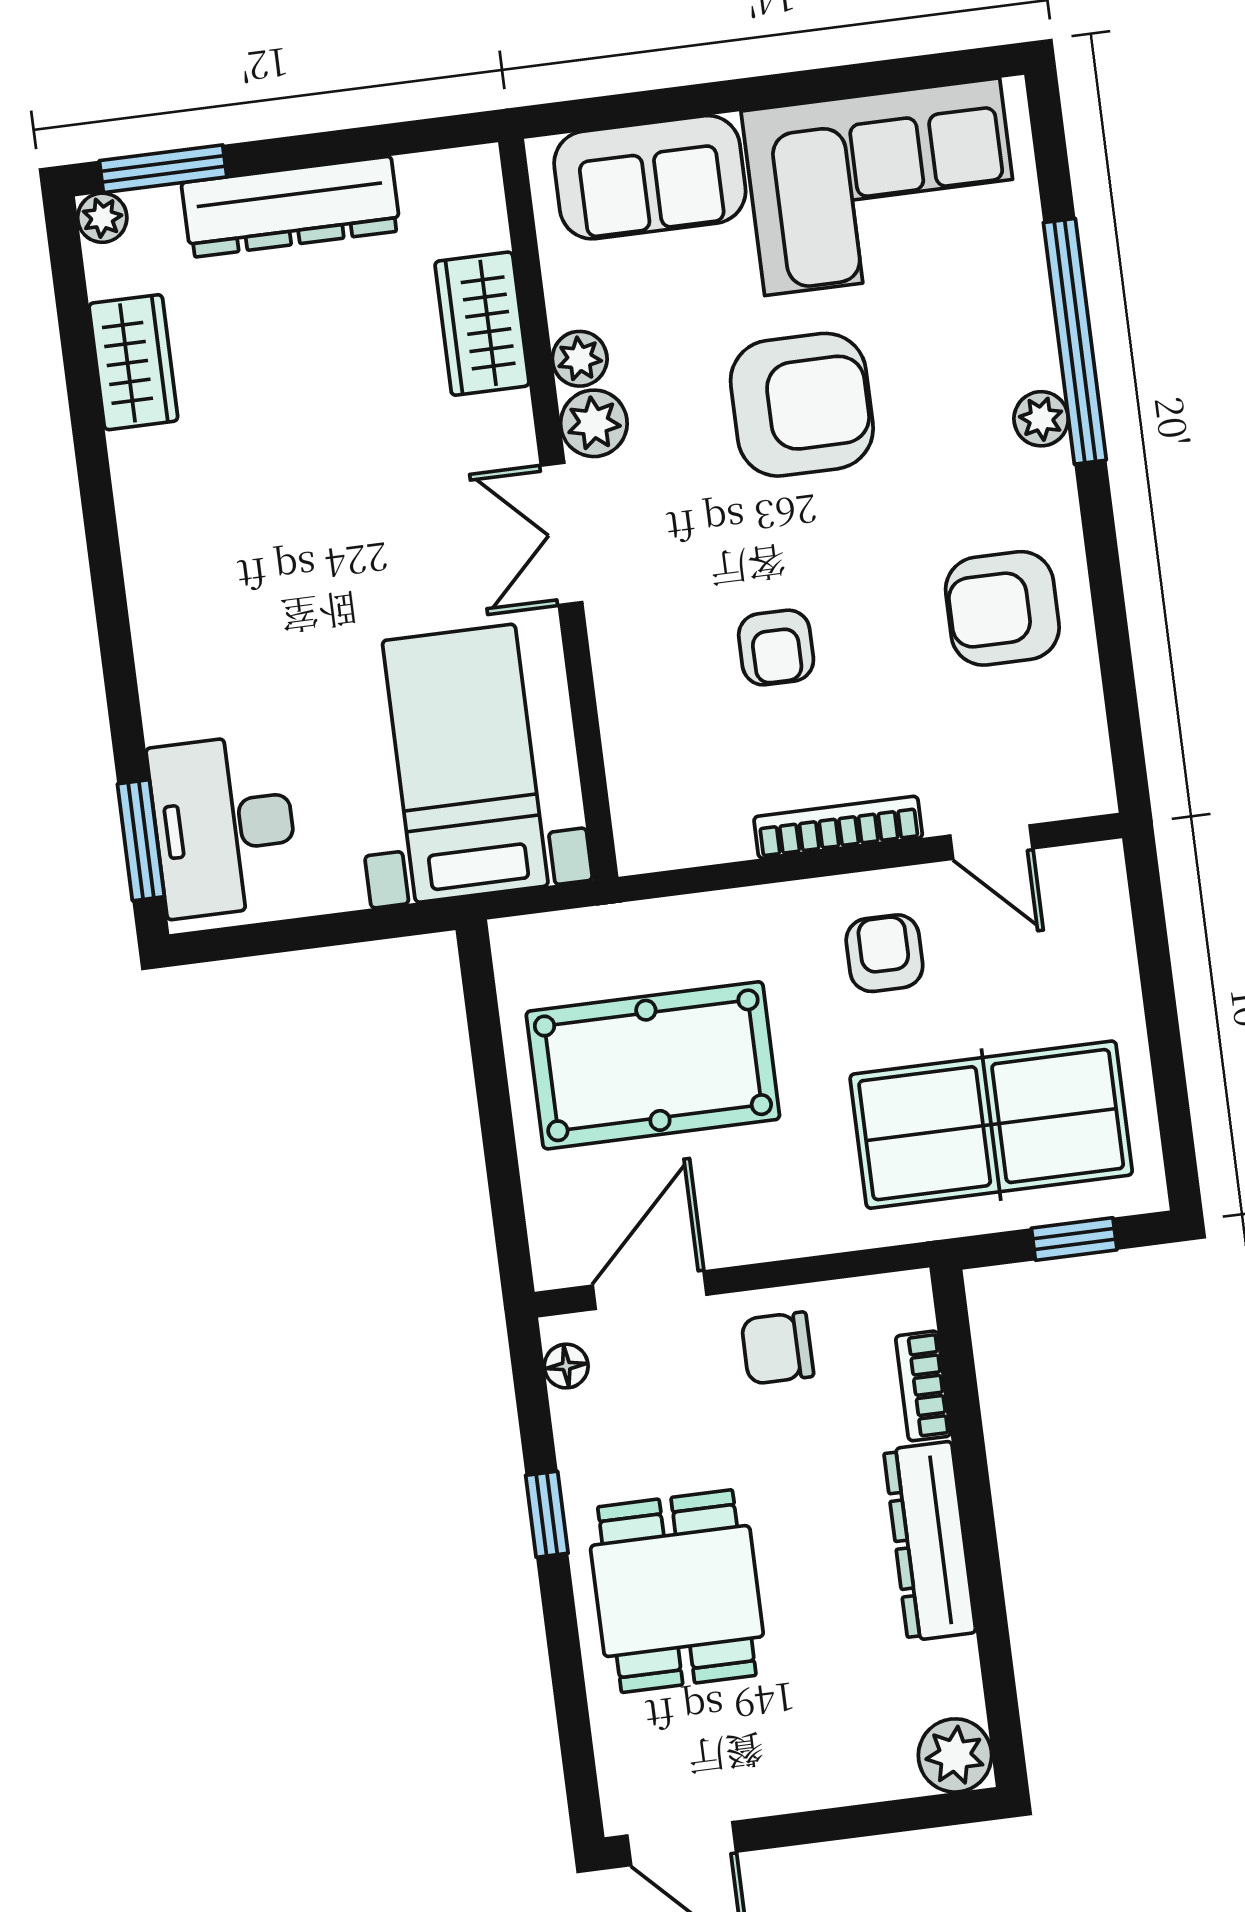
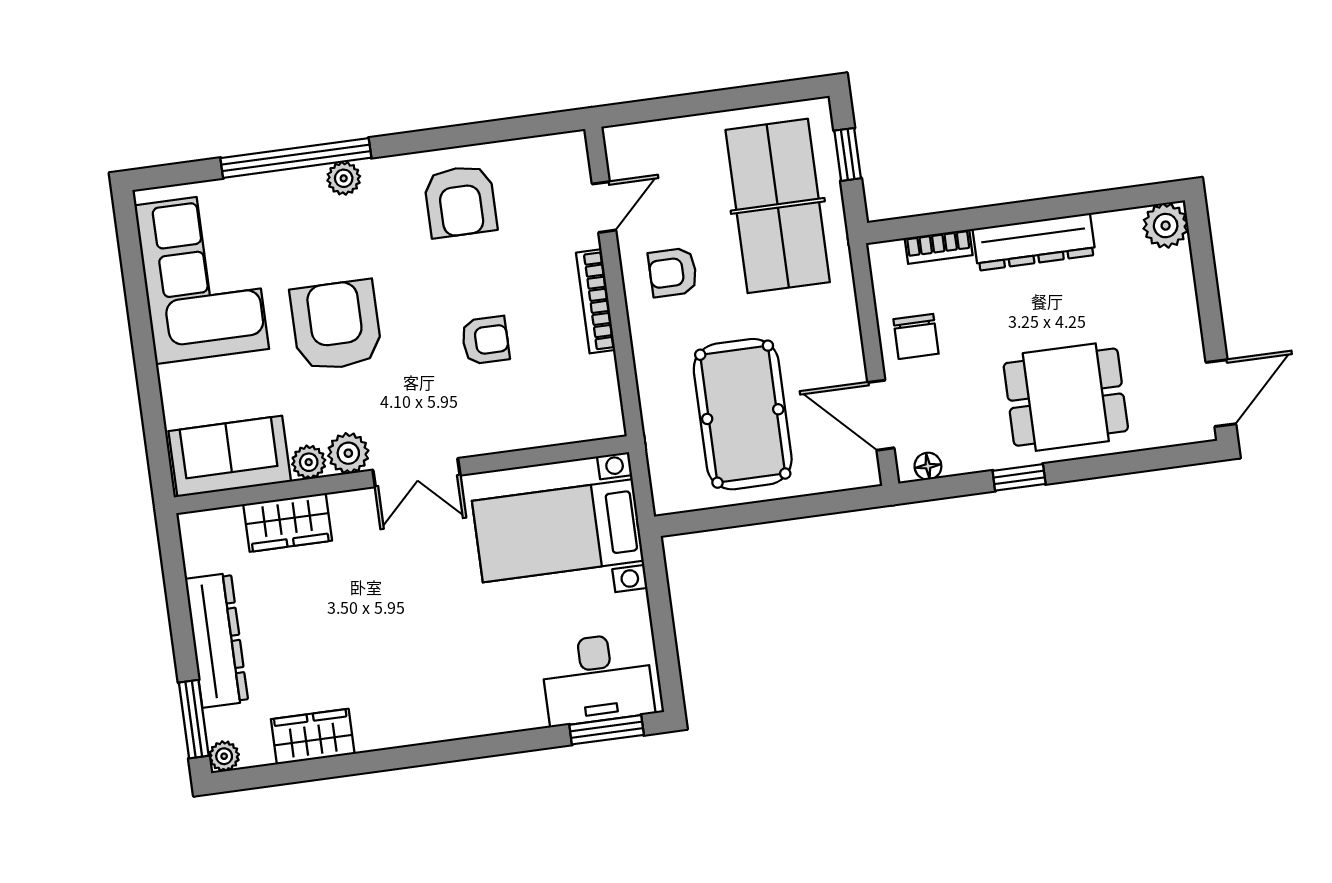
sofa: (650, 177) -> (230, 456), moved, turned -90

